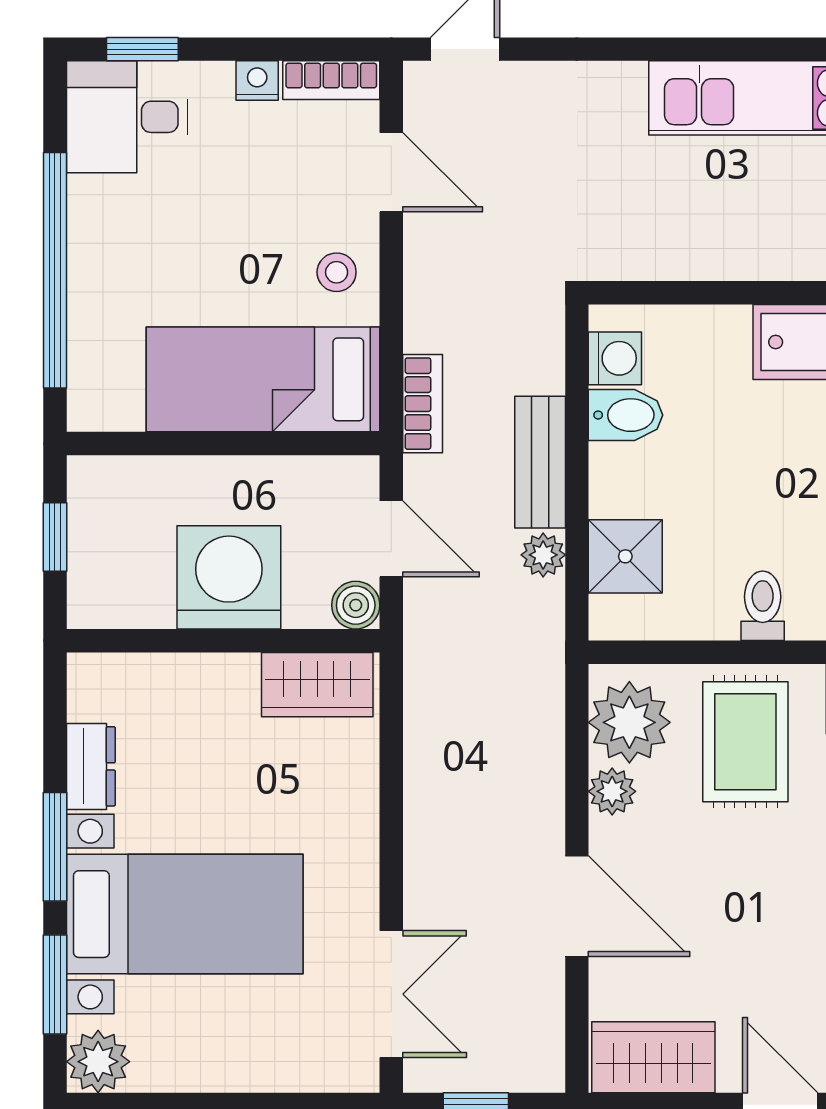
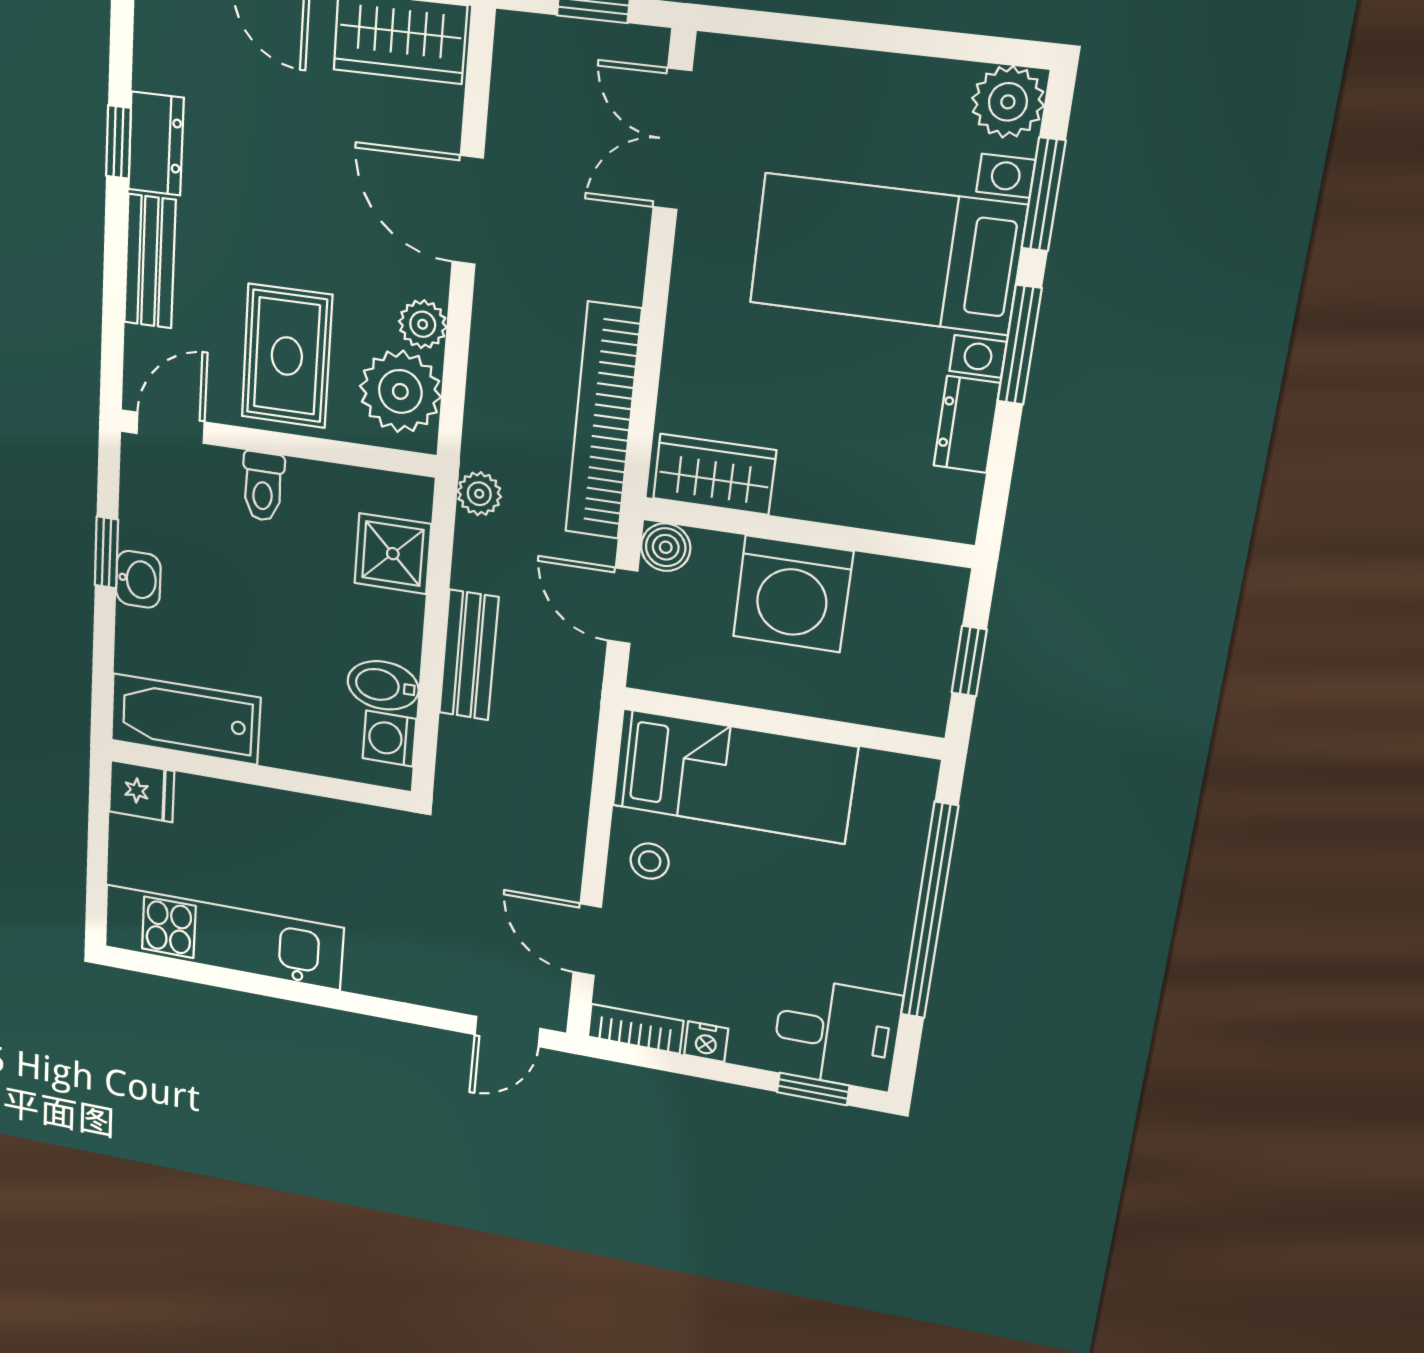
bookcase: (423, 404) -> (603, 421), moved, width x2.31, depth x1.31
plant: (543, 555) -> (479, 494), moved

